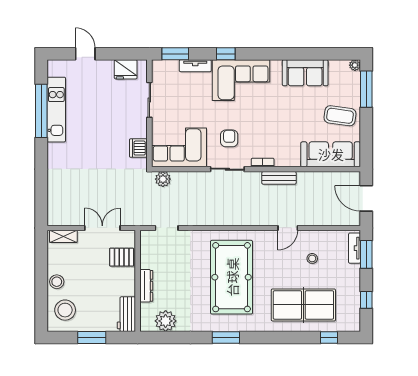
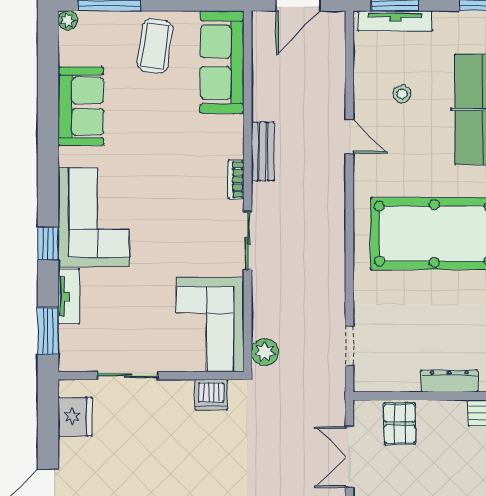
armchair: (229, 138) -> (194, 238), removed
tv unit: (355, 248) -> (395, 21), width x1.41

